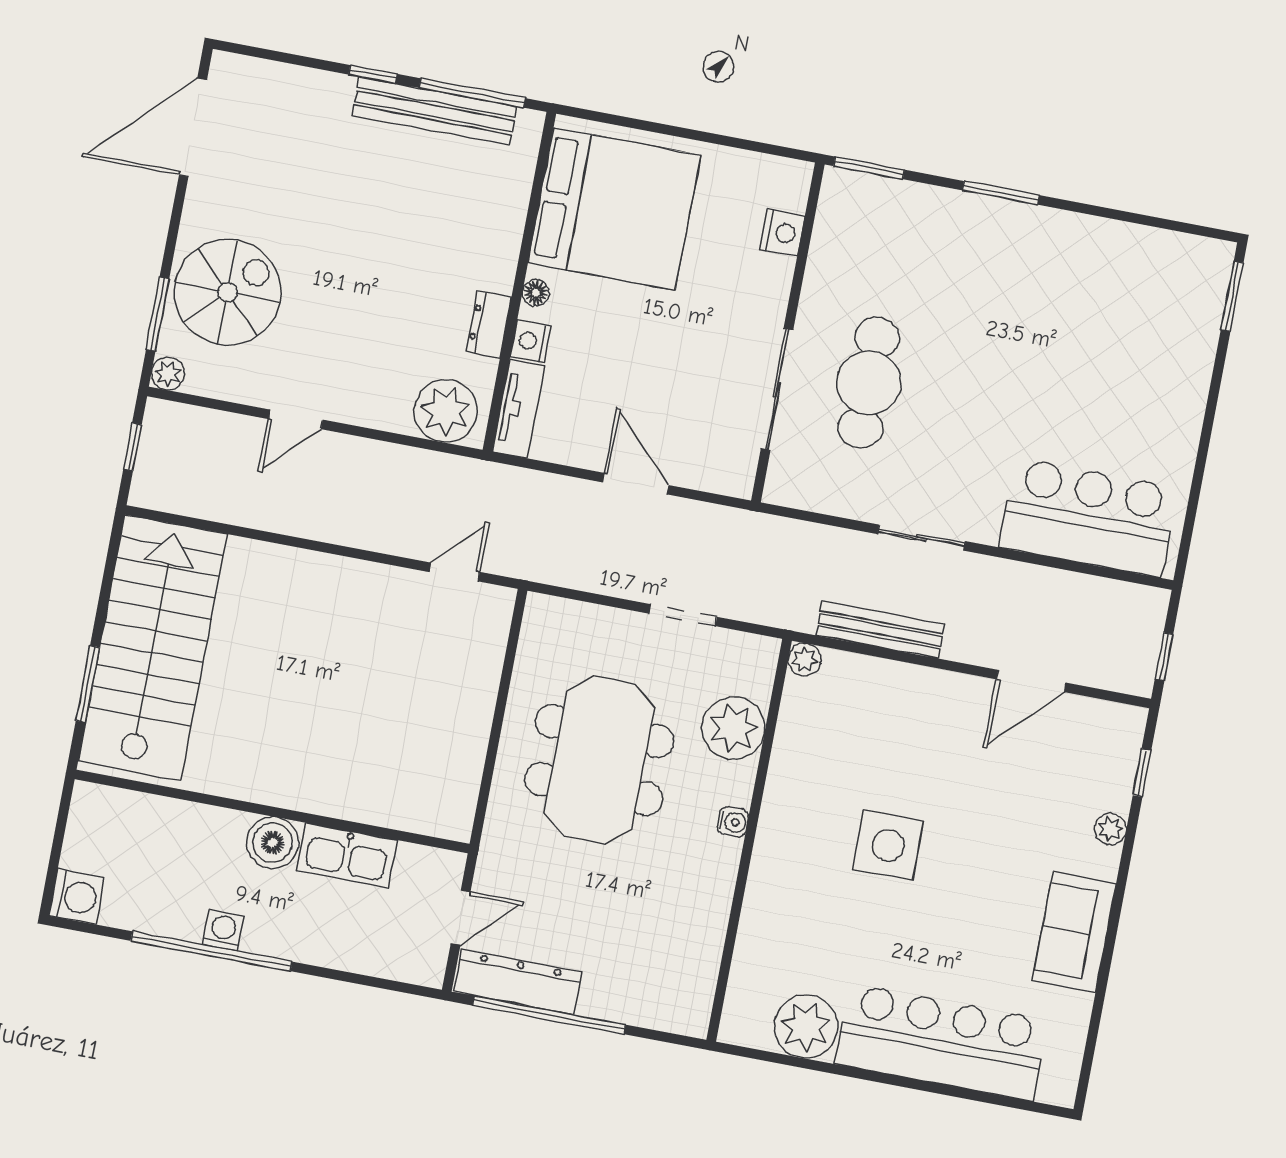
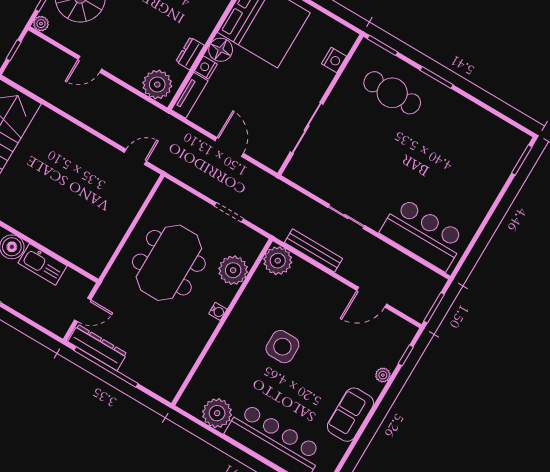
floor lamp: (536, 293) -> (221, 50), width x1.89, depth x1.89
cafe table: (869, 383) -> (392, 93), moved, turned 90
window: (1164, 657) -> (434, 308), width x1.50
plant: (805, 660) -> (278, 261), width x1.88, depth x1.88

